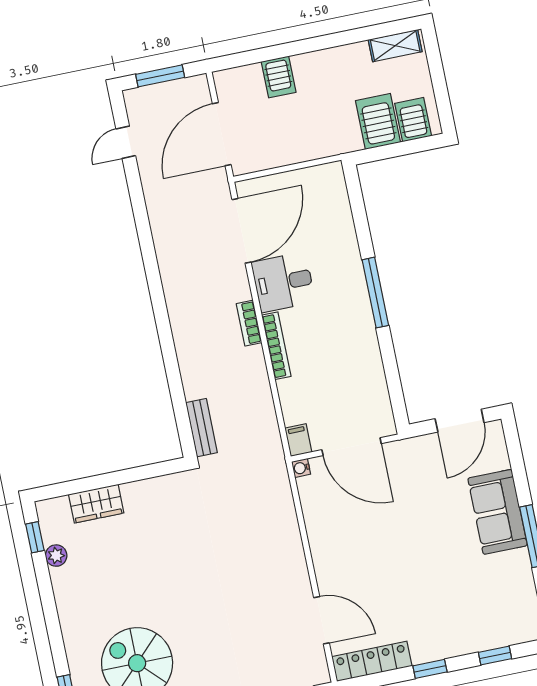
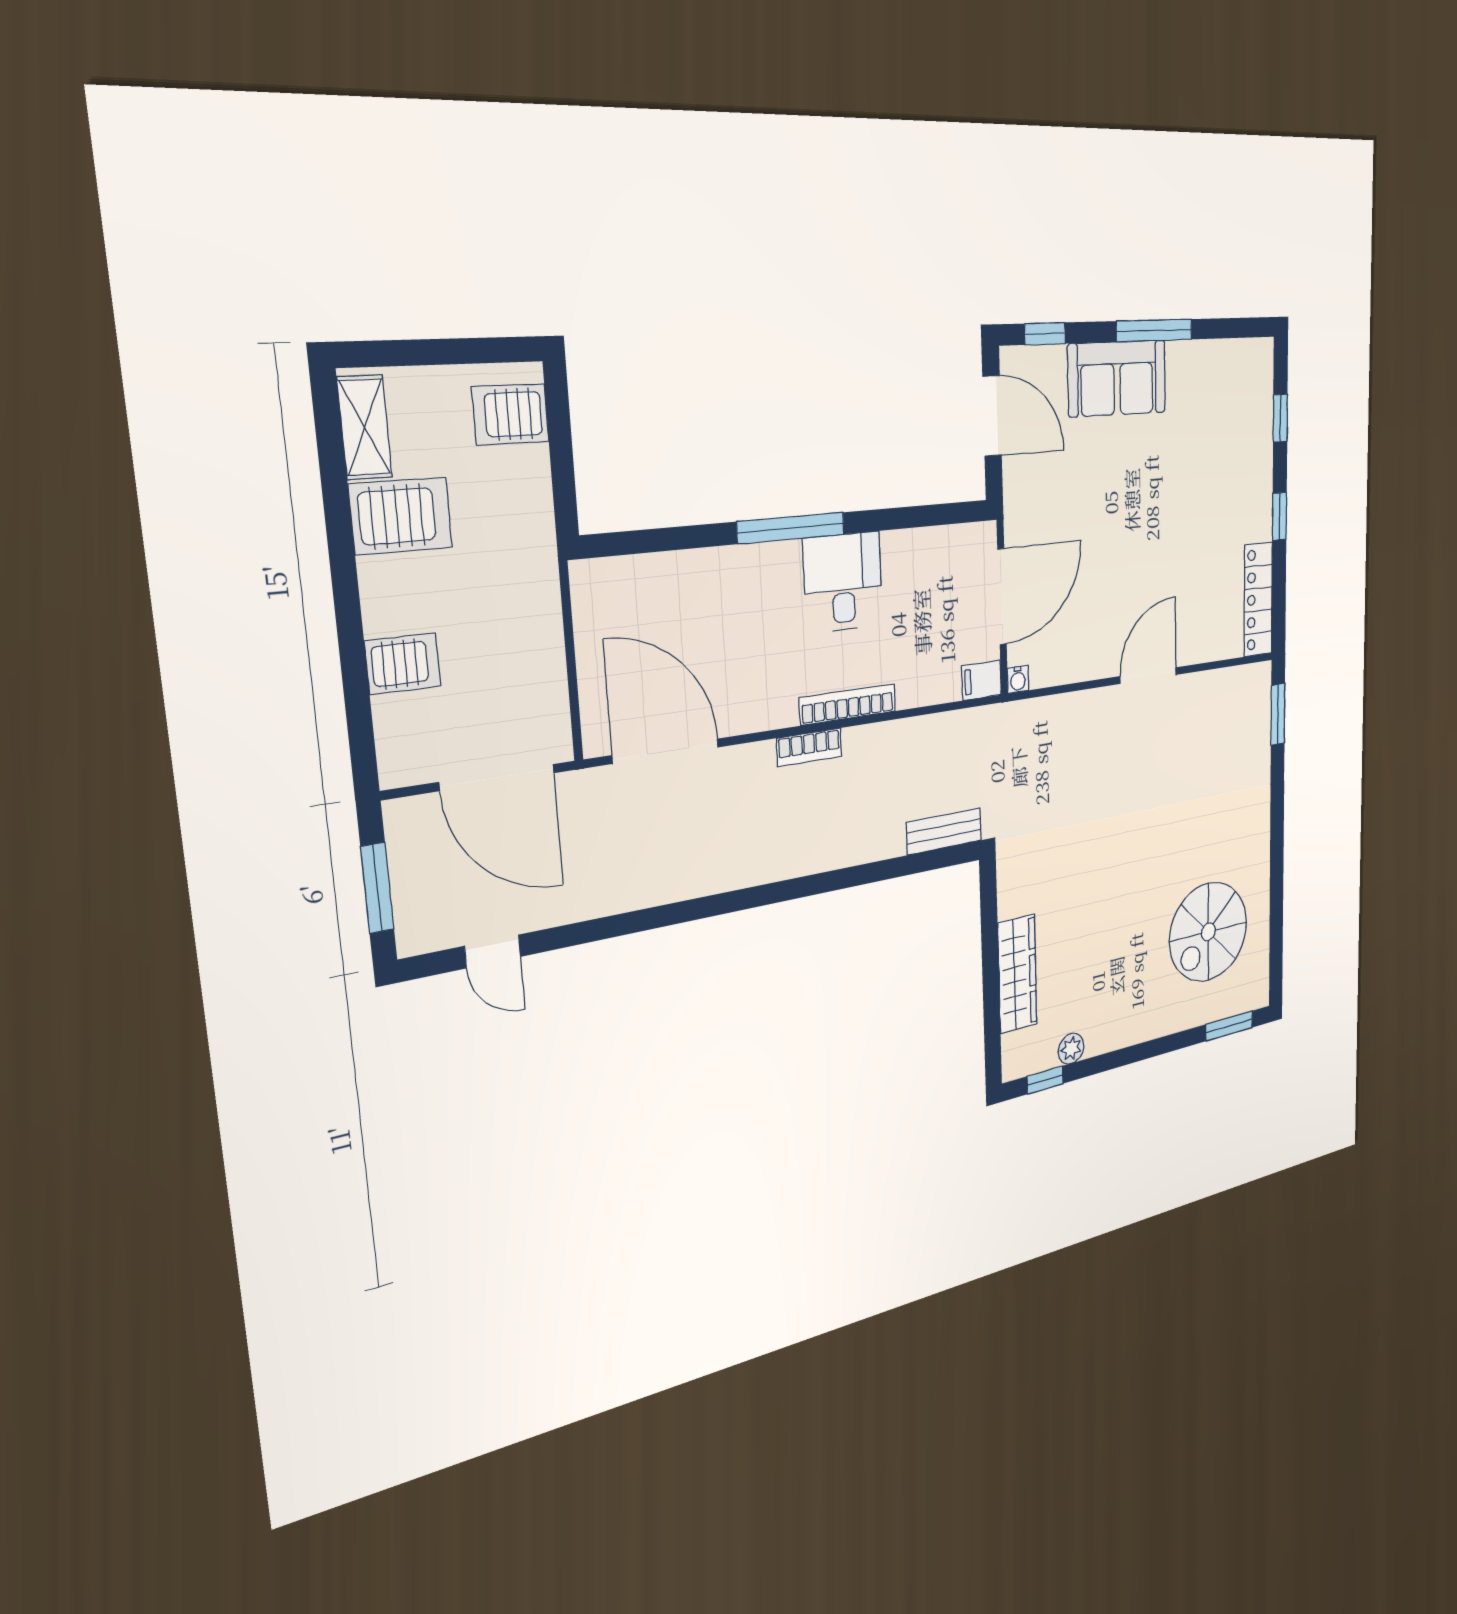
server rack: (378, 121) -> (401, 516), moved, turned 180
desk: (283, 282) -> (843, 582), moved, turned 180
window: (515, 451) -> (1045, 334), added
wardrobe: (96, 504) -> (1017, 974), width x1.50
door: (321, 620) -> (1148, 676), moved

